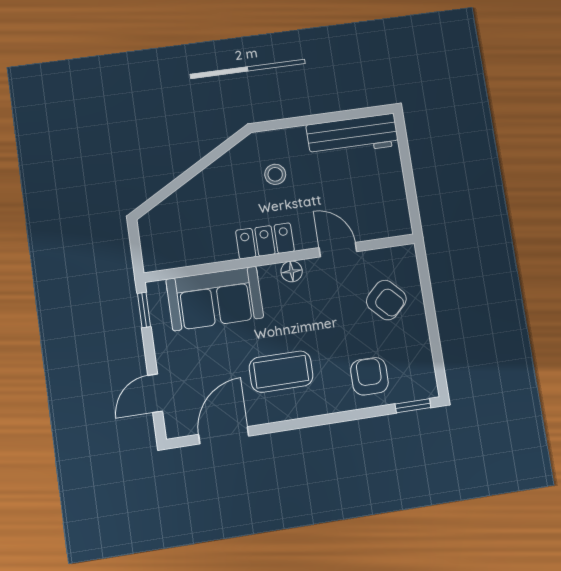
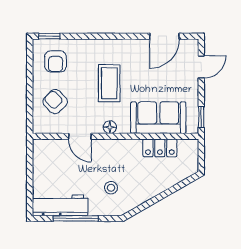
window: (324, 118) -> (76, 218), added
locker: (265, 241) -> (160, 148), moved
coffee table: (281, 372) -> (109, 83), moved, turned 90
armchair: (369, 376) -> (55, 61), moved

